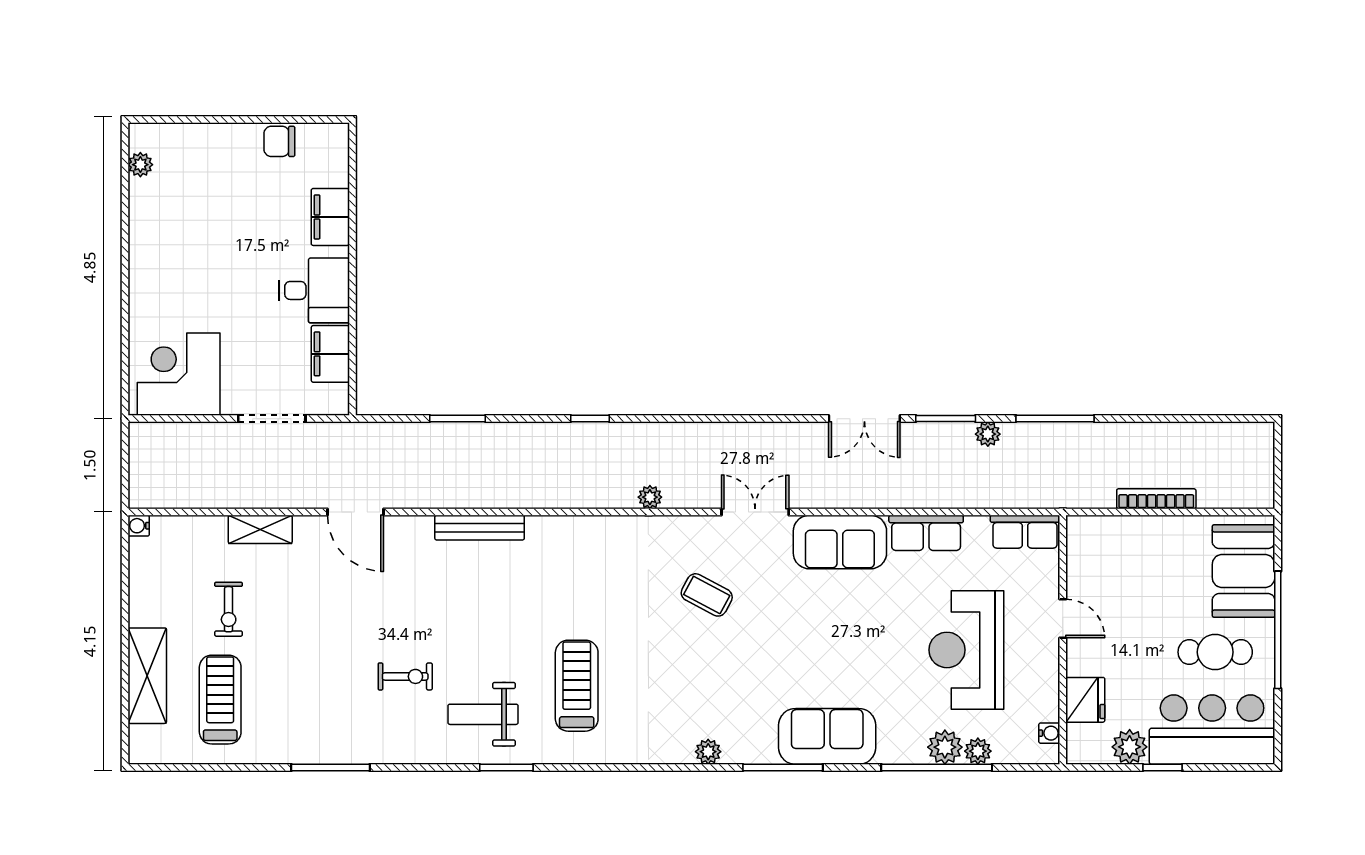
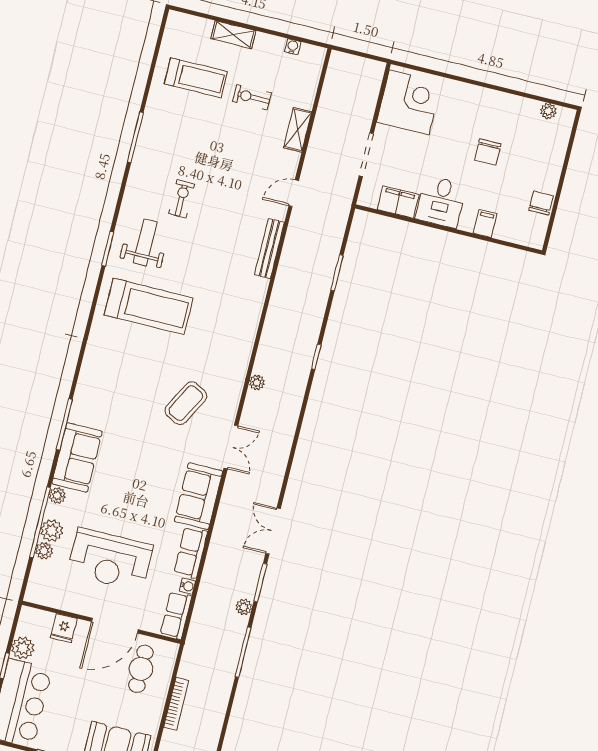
filing cabinet: (330, 217) -> (485, 223), width x0.50
chair: (223, 239) -> (488, 152), added
door: (355, 512) -> (294, 193), width x0.73
water cooler: (139, 526) -> (293, 47), moved
bench: (480, 528) -> (269, 249), moved
coffee table: (707, 595) -> (186, 403), width x1.36, depth x1.30
door: (1063, 619) -> (115, 626), width x1.88
reception desk: (966, 650) -> (110, 559), turned 180
cafe table: (1215, 652) -> (141, 669), moved
shelving: (147, 676) -> (233, 35), width x0.67, depth x0.75
exercise bike: (405, 676) -> (181, 199), turned 180
treadmill: (577, 686) -> (149, 306), width x1.37, depth x1.38
fridge: (1085, 700) -> (64, 628), width x0.72
water cooler: (1049, 733) -> (187, 586), moved, turned -90
plant: (708, 752) -> (57, 495), moved

